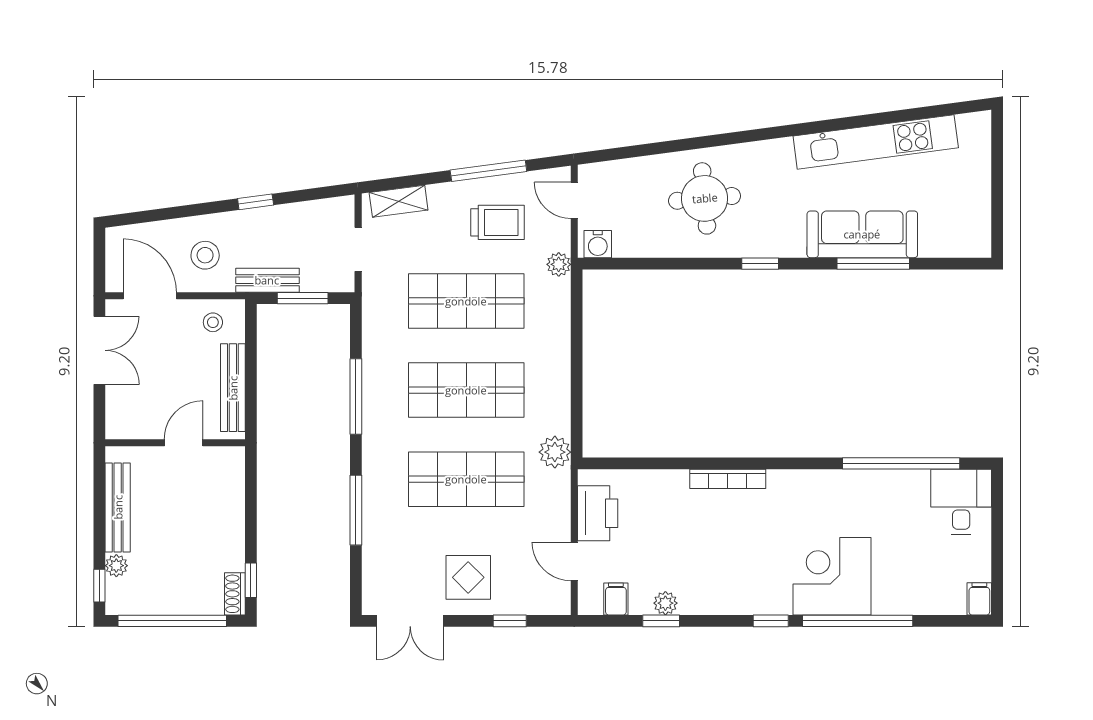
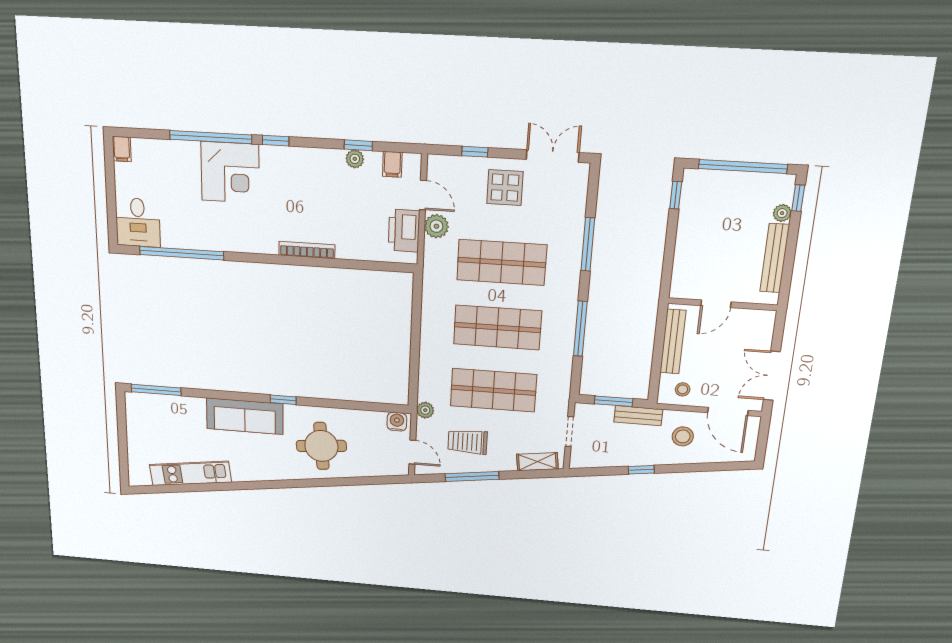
kitchen unit: (876, 142) -> (190, 473), width x0.73
sofa: (862, 234) -> (245, 416), moved
window: (873, 264) -> (156, 390), moved
plant: (555, 452) -> (436, 226), moved
shoe rack: (235, 594) -> (690, 185), removed

